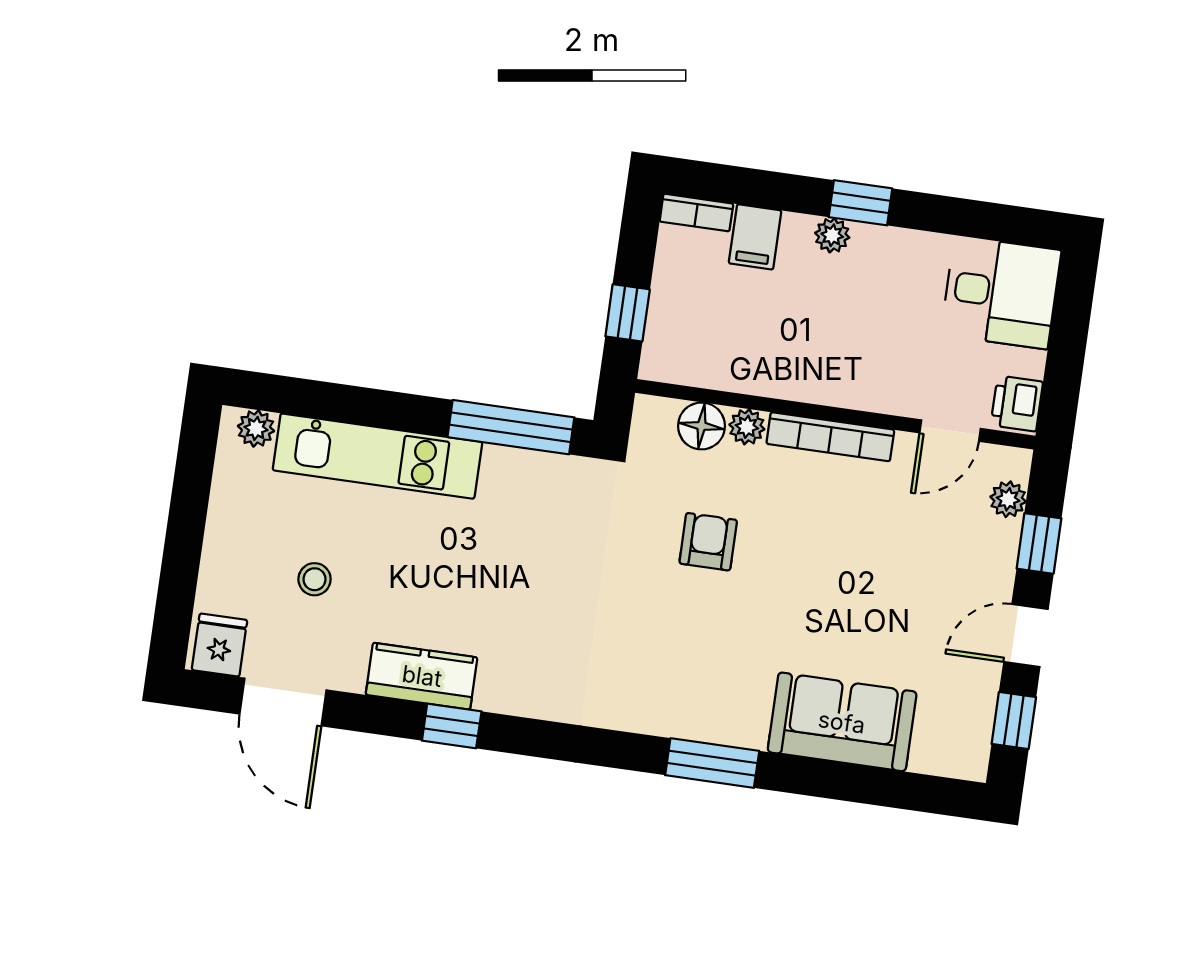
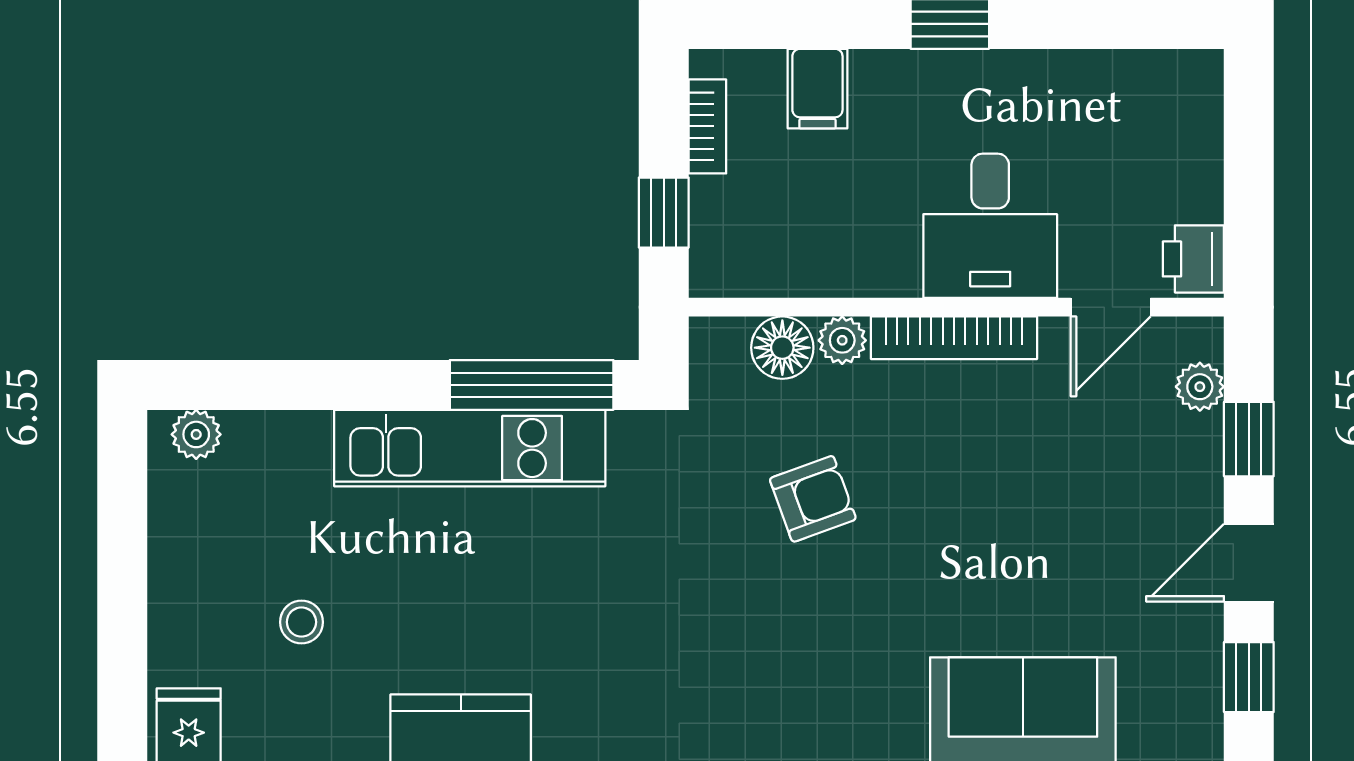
bookcase: (696, 213) -> (707, 126), moved, turned -90
plant: (832, 235) -> (919, 72), removed
desk: (1001, 292) -> (990, 226), moved, turned 90
kitchen unit: (377, 456) -> (470, 448), moved
armchair: (708, 542) -> (813, 499), turned 70

